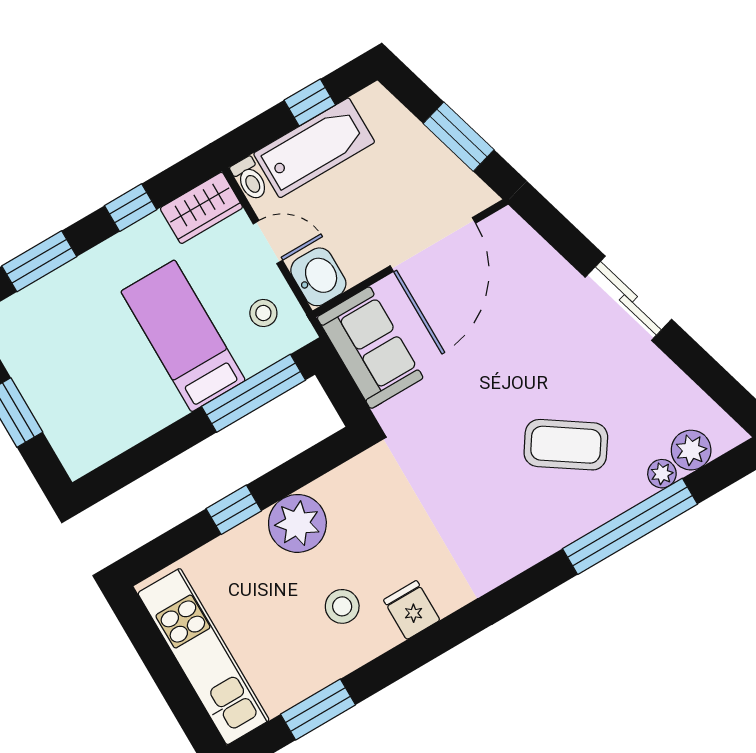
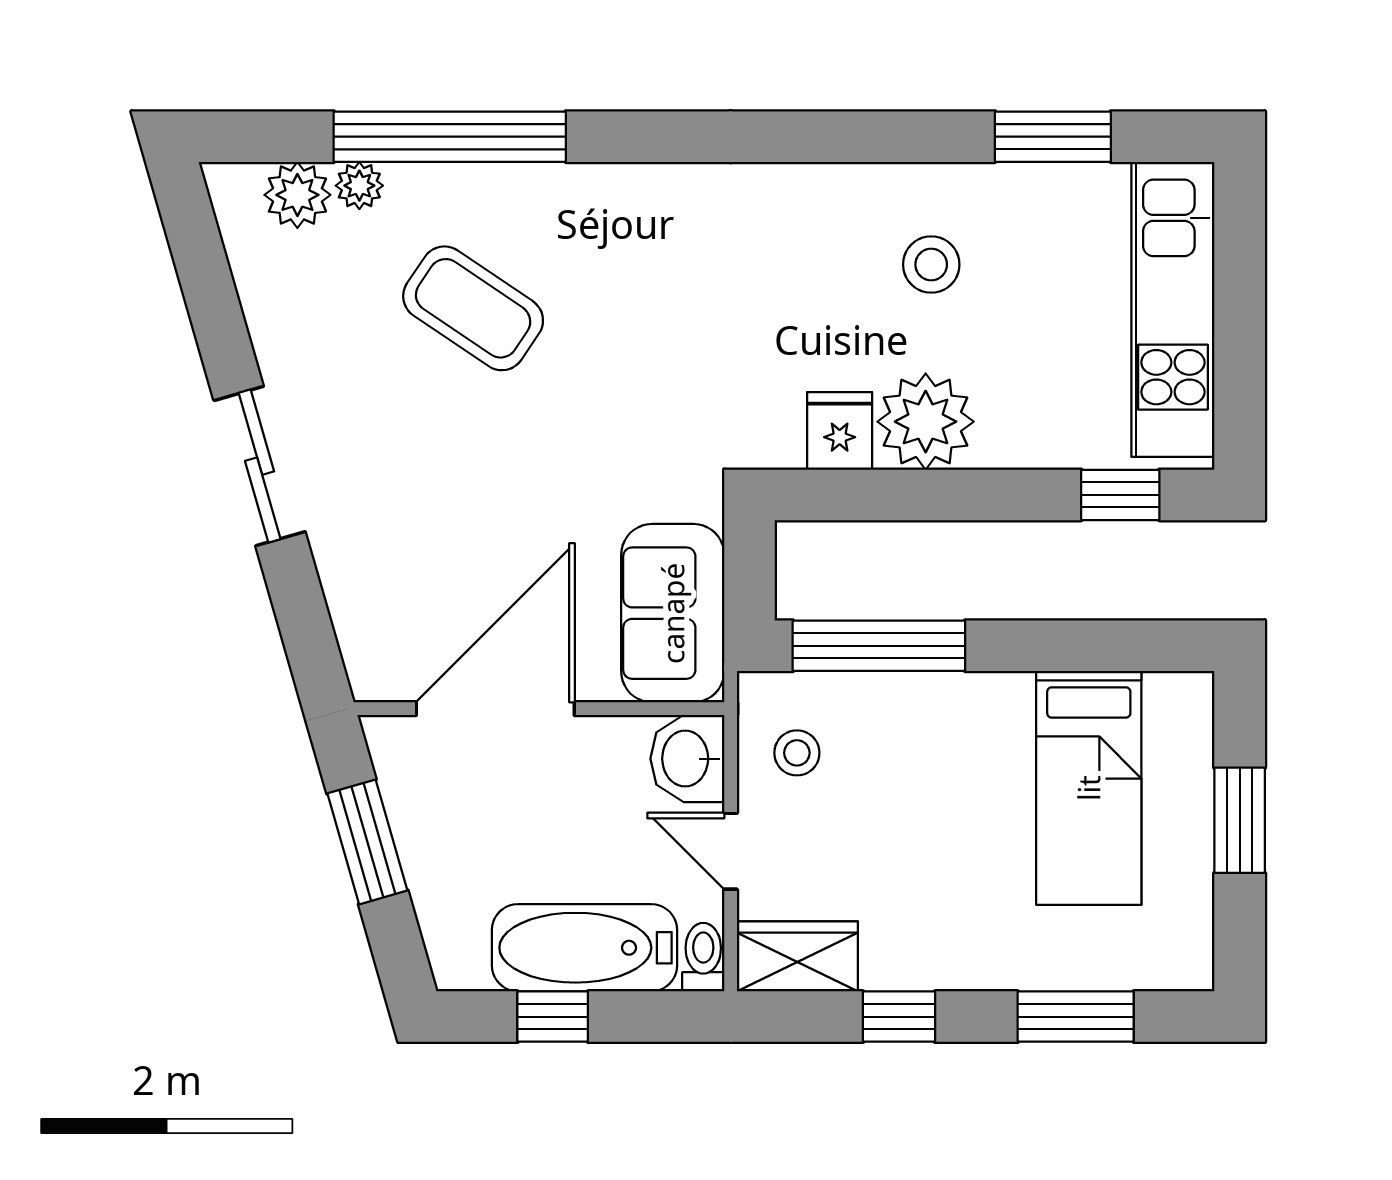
bed: (183, 336) -> (1089, 788), moved
window: (234, 510) -> (1120, 495), moved
fridge: (412, 610) -> (840, 431), moved, turned 180

